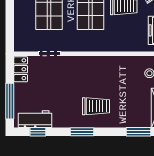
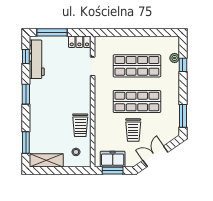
trolley: (96, 106) -> (80, 125), moved
workbench: (35, 119) -> (37, 59), width x1.38

